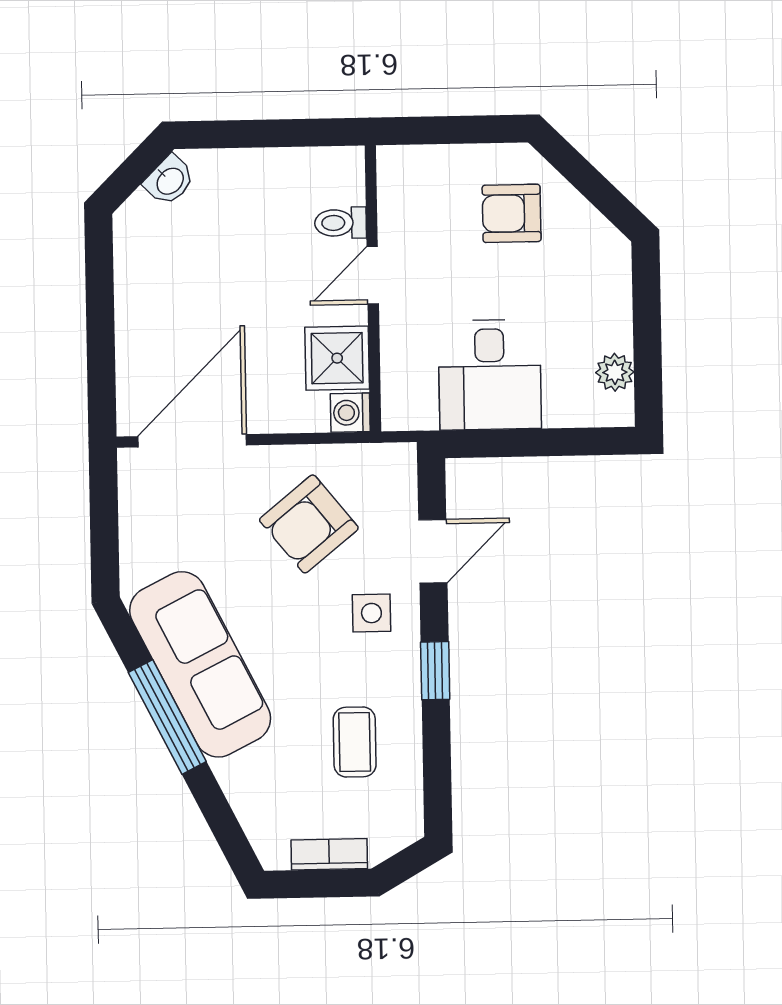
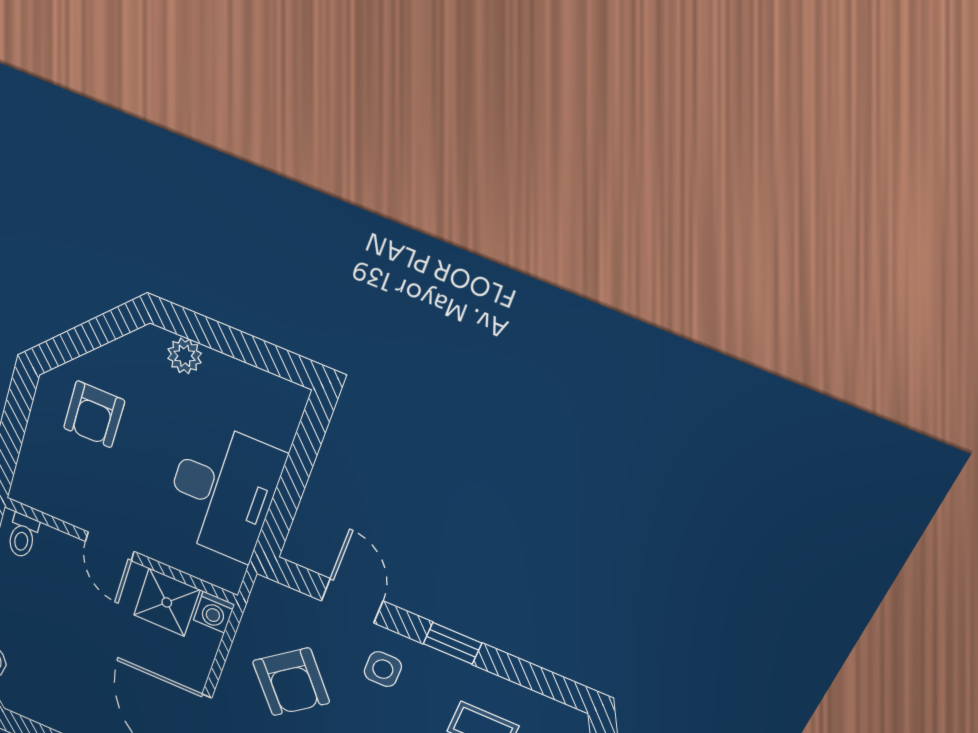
toilet: (341, 223) -> (23, 536), moved
plant: (615, 372) -> (185, 356), moved
desk: (490, 375) -> (223, 491), width x1.37

